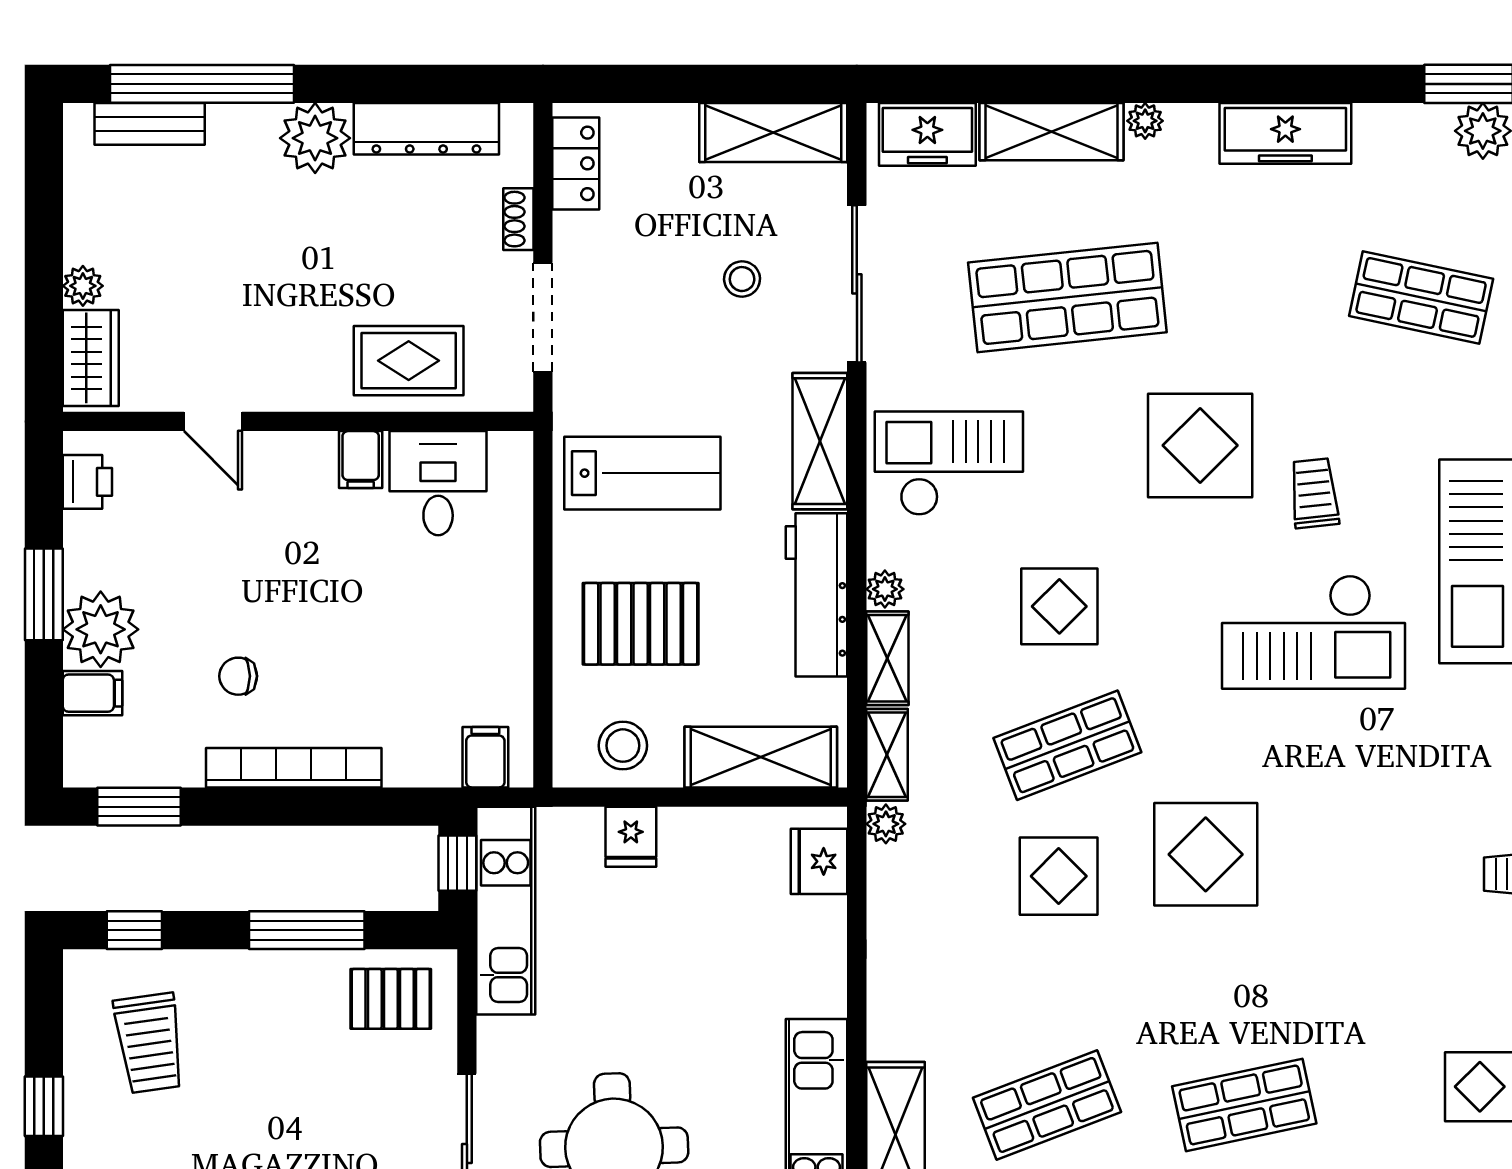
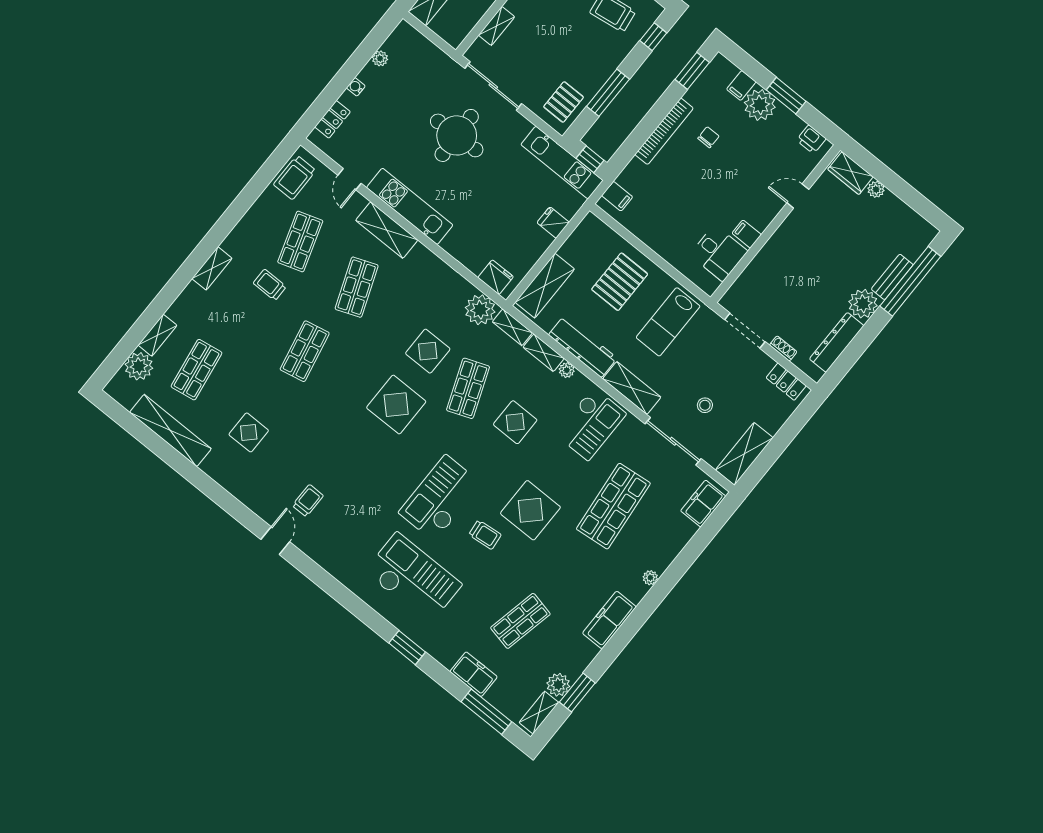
bench: (150, 124) -> (892, 277), moved
shelving: (1051, 132) -> (671, 544), removed
rug: (409, 361) -> (766, 276), removed
stool: (623, 746) -> (585, 244), removed
plant: (886, 824) -> (480, 310), width x1.88, depth x1.88

